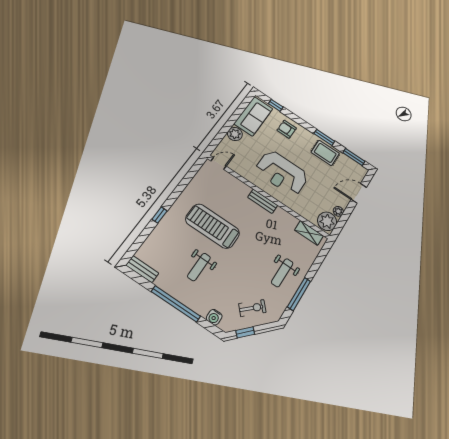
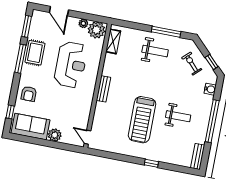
window: (324, 137) -> (20, 59), width x1.44
reception desk: (282, 173) -> (71, 65), moved

